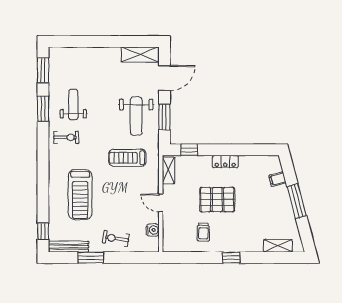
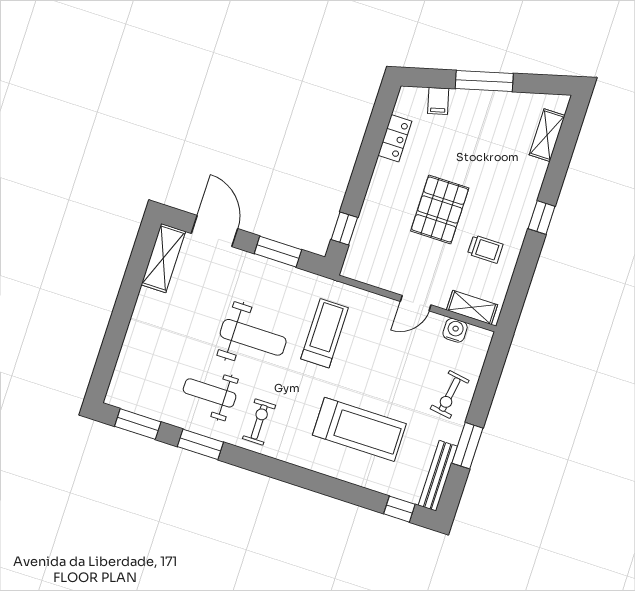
weight bench: (136, 116) -> (253, 337), moved
treadmill: (127, 158) -> (325, 333), turned 180
locker: (225, 162) -> (395, 138), moved
shelving: (168, 170) -> (472, 307), moved

